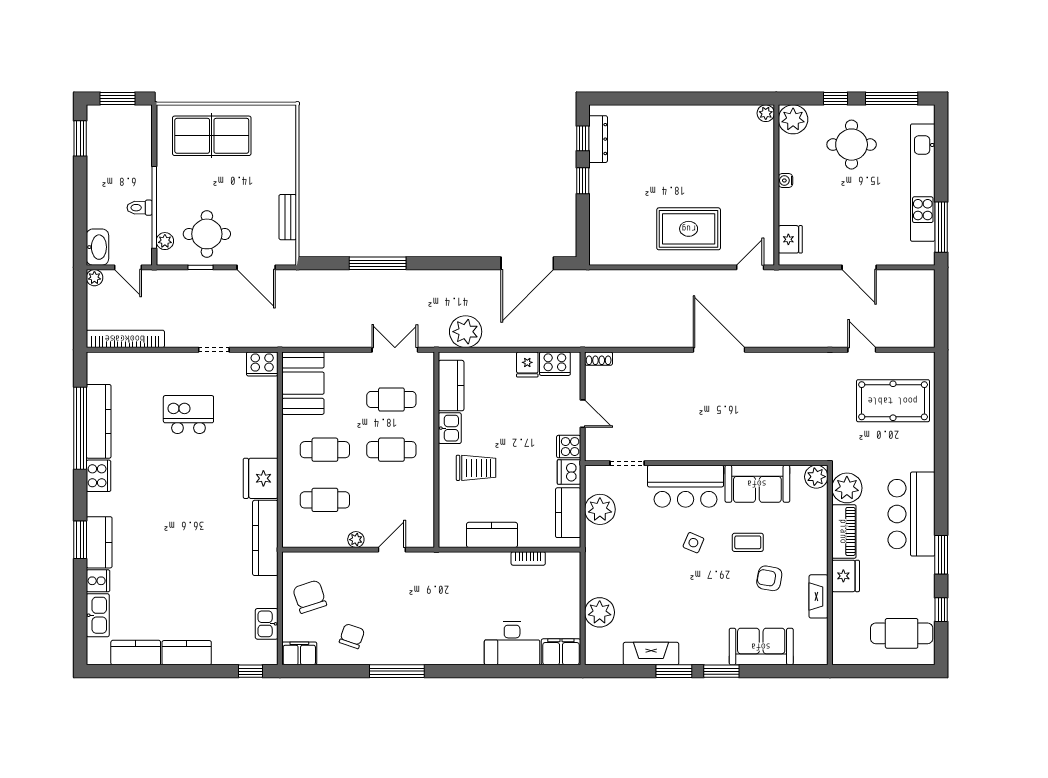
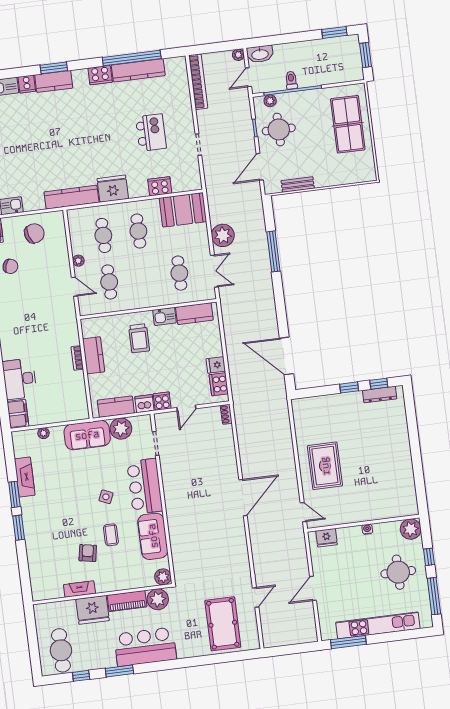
plant: (766, 113) -> (413, 509), removed
plant: (466, 332) -> (223, 235), moved
cooker: (262, 364) -> (160, 186), moved, turned 90
cafe table: (391, 450) -> (109, 282), moved
bookcase: (528, 558) -> (77, 358), moved
fridge: (846, 576) -> (93, 610), width x1.36, depth x1.34
plant: (600, 612) -> (43, 433), width x0.53, depth x0.53
sofa: (761, 647) -> (87, 435), moved, turned 90

